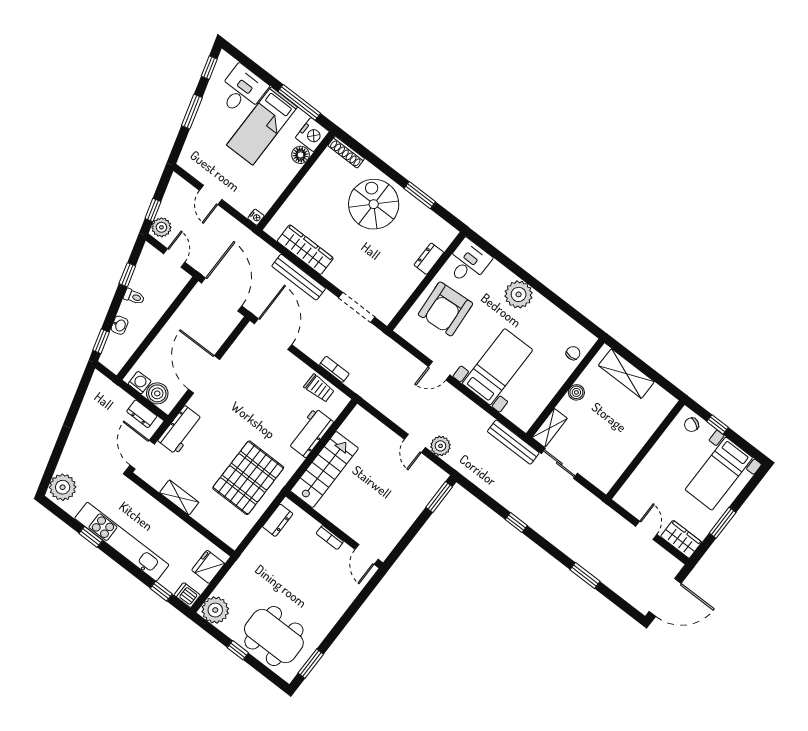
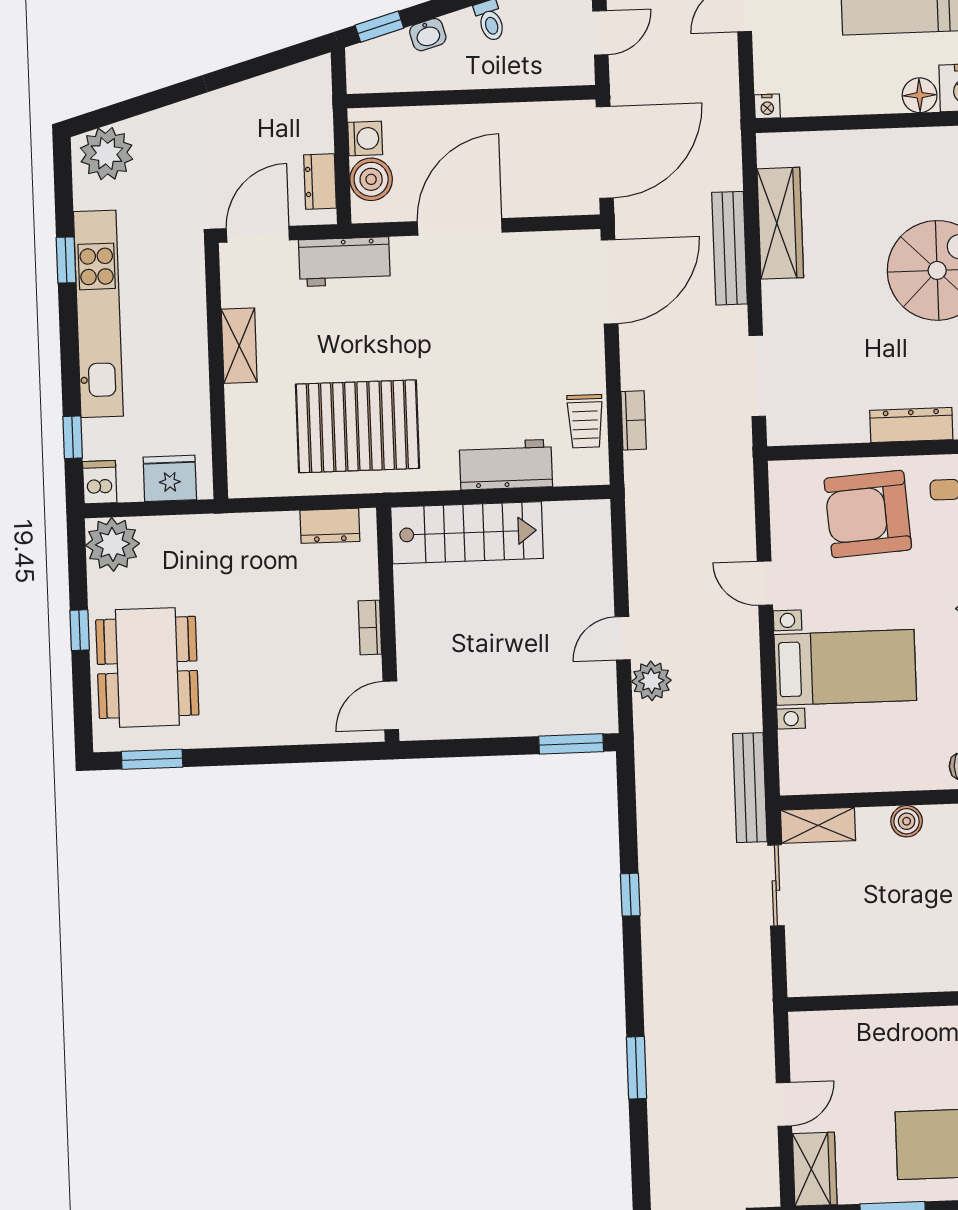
dresser: (429, 259) -> (911, 425), width x1.44

